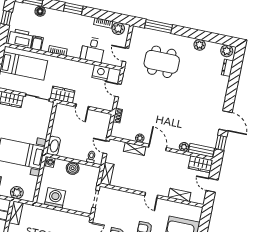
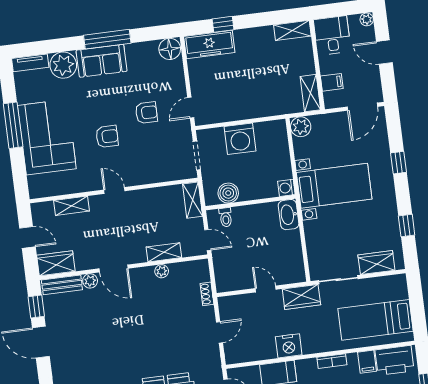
nightstand: (101, 73) -> (289, 346), moved
door: (118, 90) -> (219, 332), hinge flipped
door: (158, 147) -> (114, 269), moved
boiler: (73, 168) -> (228, 193), moved
plant: (17, 193) -> (301, 127), moved
washing machine: (55, 198) -> (240, 139), moved

